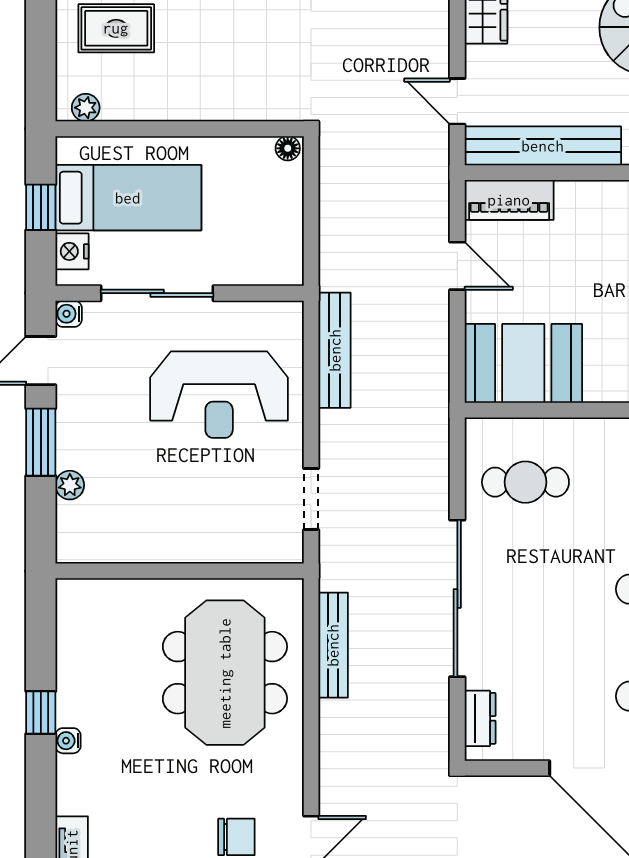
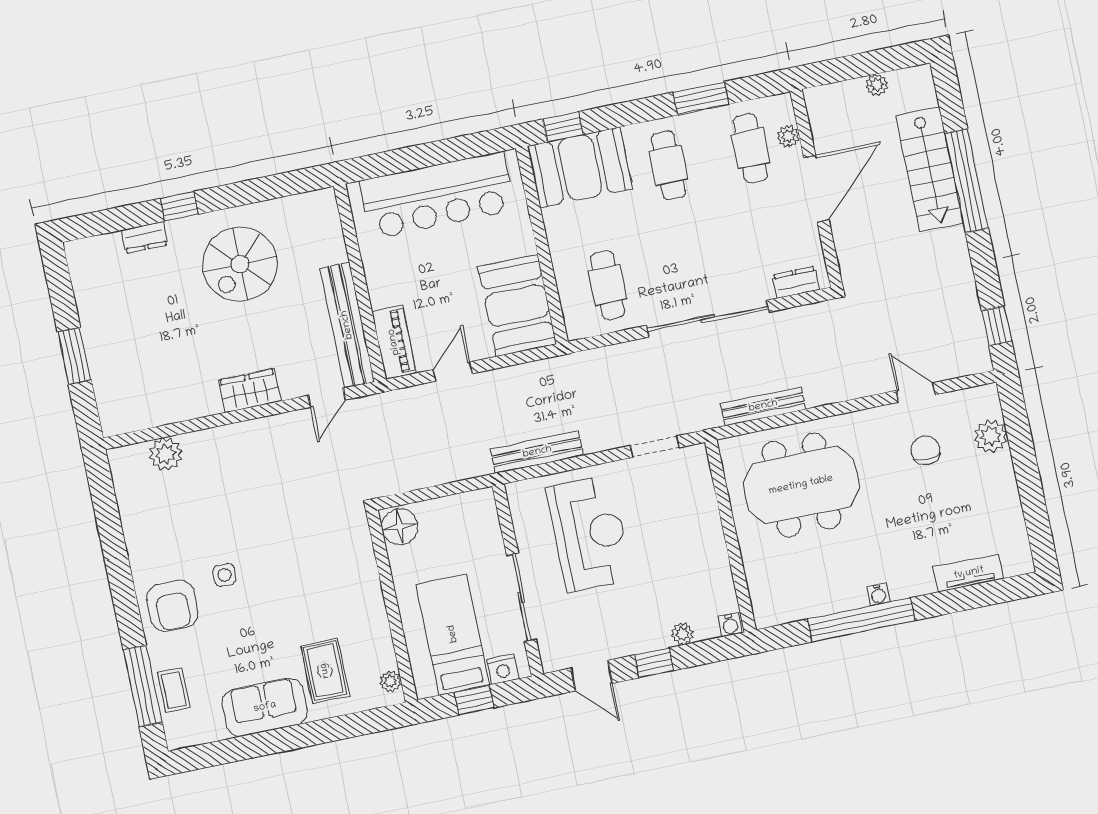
floor lamp: (288, 148) -> (400, 527), width x1.89, depth x1.89
water cooler: (69, 314) -> (730, 625), moved
window: (41, 442) -> (654, 663), width x0.67
window: (41, 713) -> (861, 620), width x3.17

